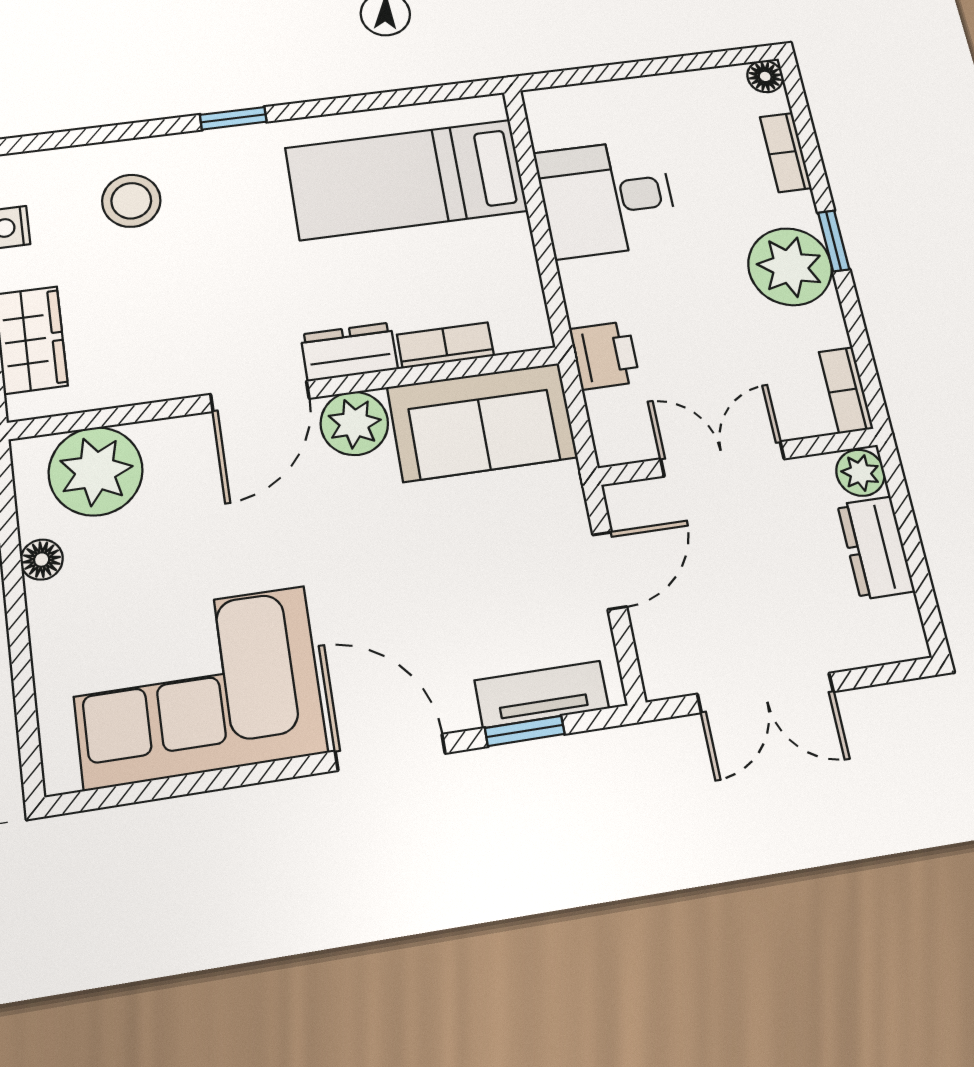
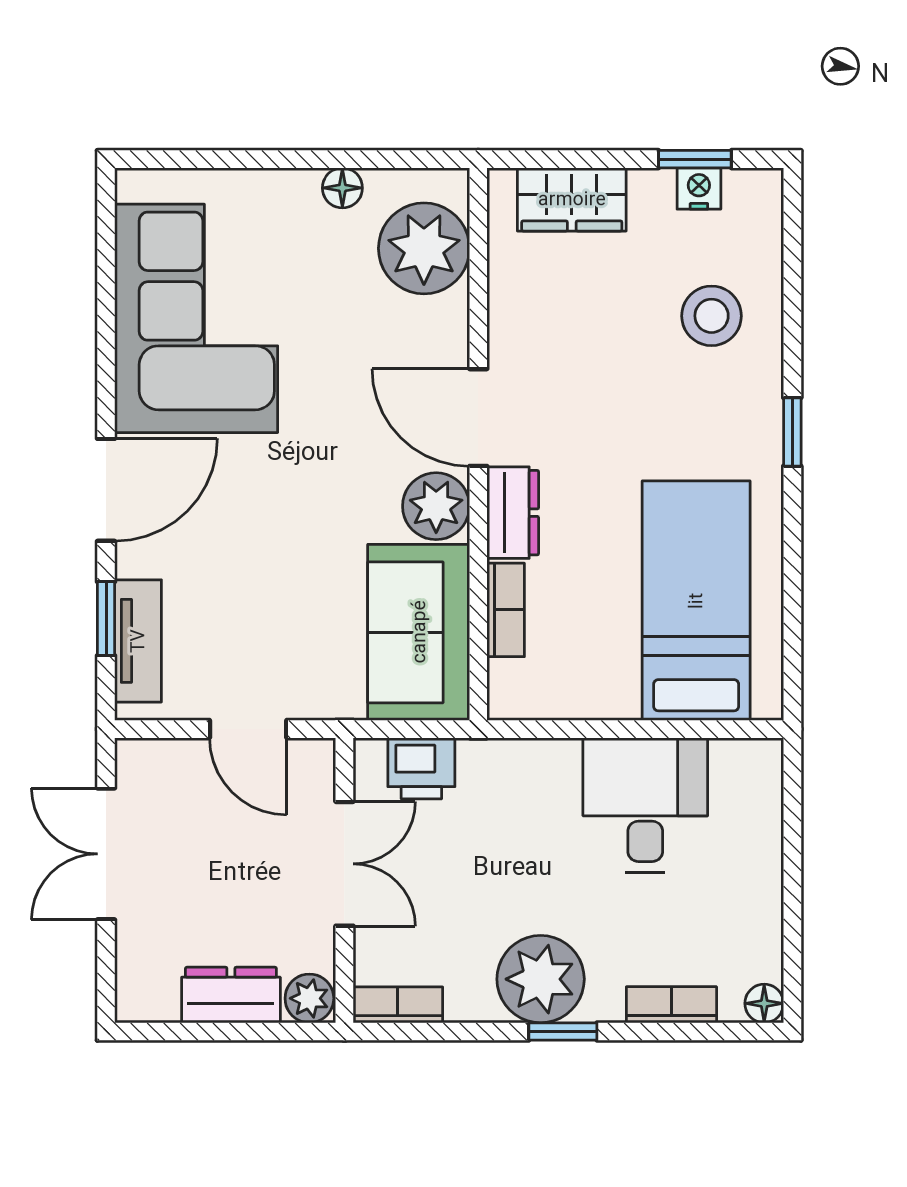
printer: (605, 355) -> (421, 768), moved

